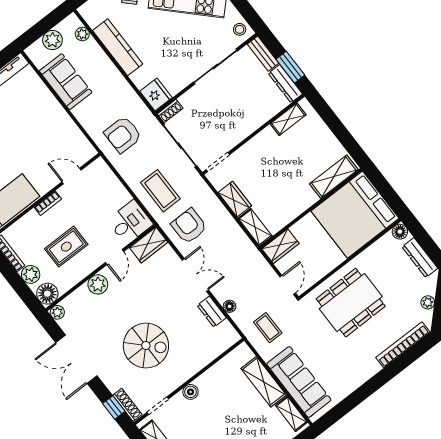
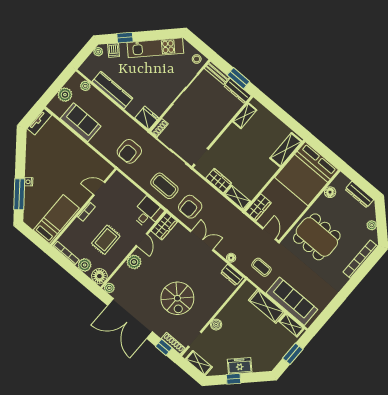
armchair: (189, 226) -> (190, 207), turned -90
floor lamp: (400, 232) -> (330, 192), moved
dining table: (351, 303) -> (317, 237), turned 90
dresser: (212, 312) -> (232, 275), moved
spiral stairs: (146, 346) -> (177, 298), turned 90
double door: (76, 359) -> (130, 318), width x1.36

